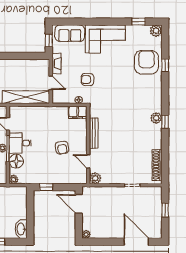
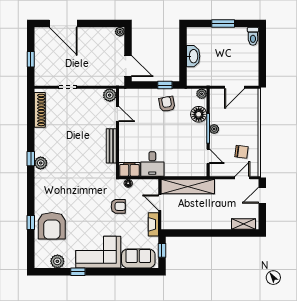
window: (139, 22) -> (78, 272), moved
plant: (156, 31) -> (57, 261), moved
desk: (20, 143) -> (152, 164), moved, turned 90
armchair: (62, 148) -> (167, 104), moved
washbasin: (21, 229) -> (193, 56), moved

